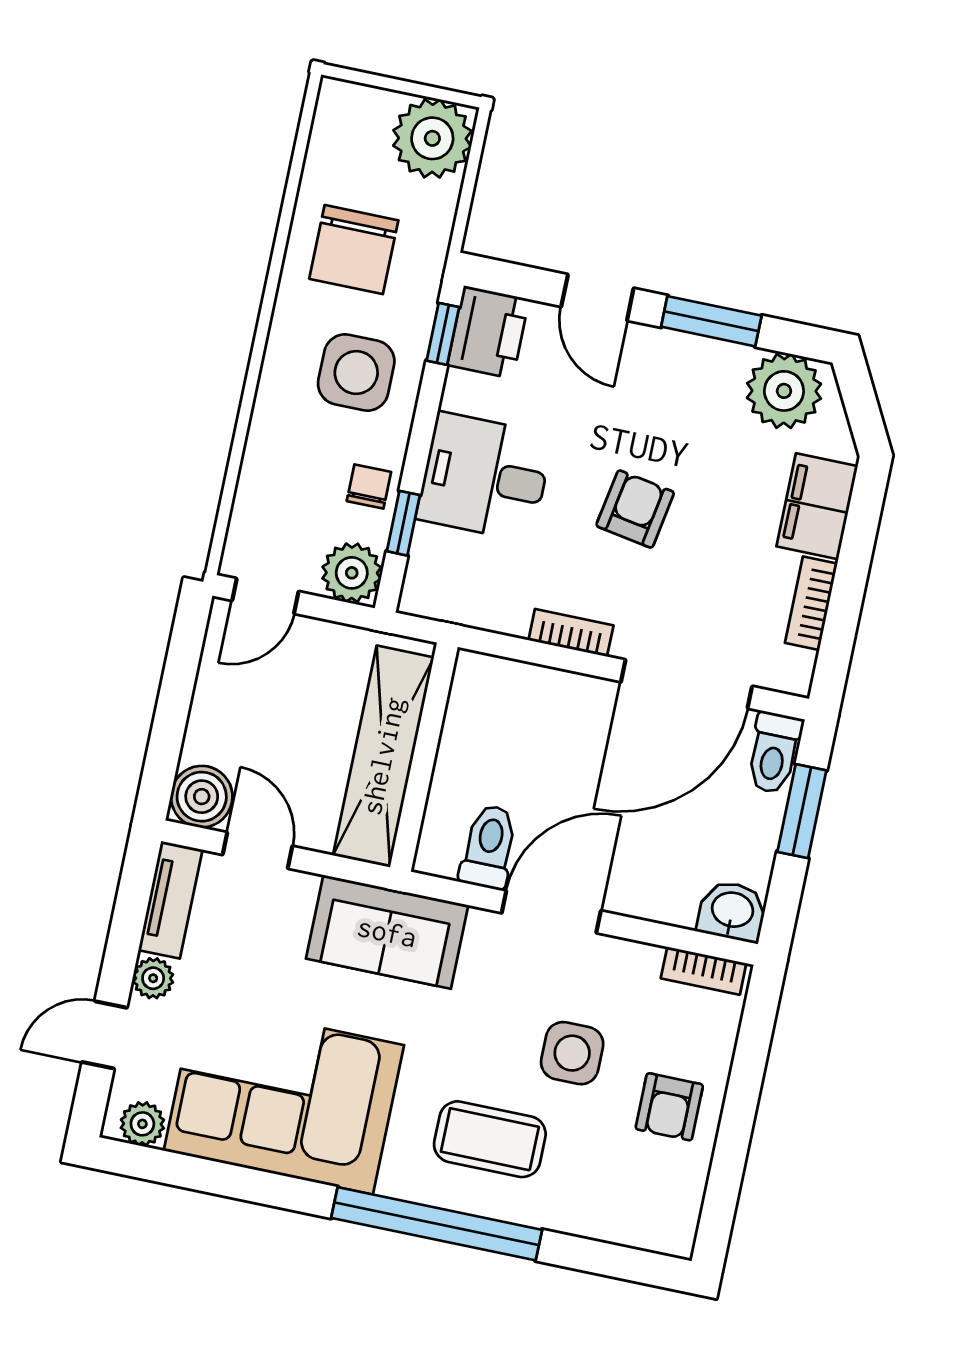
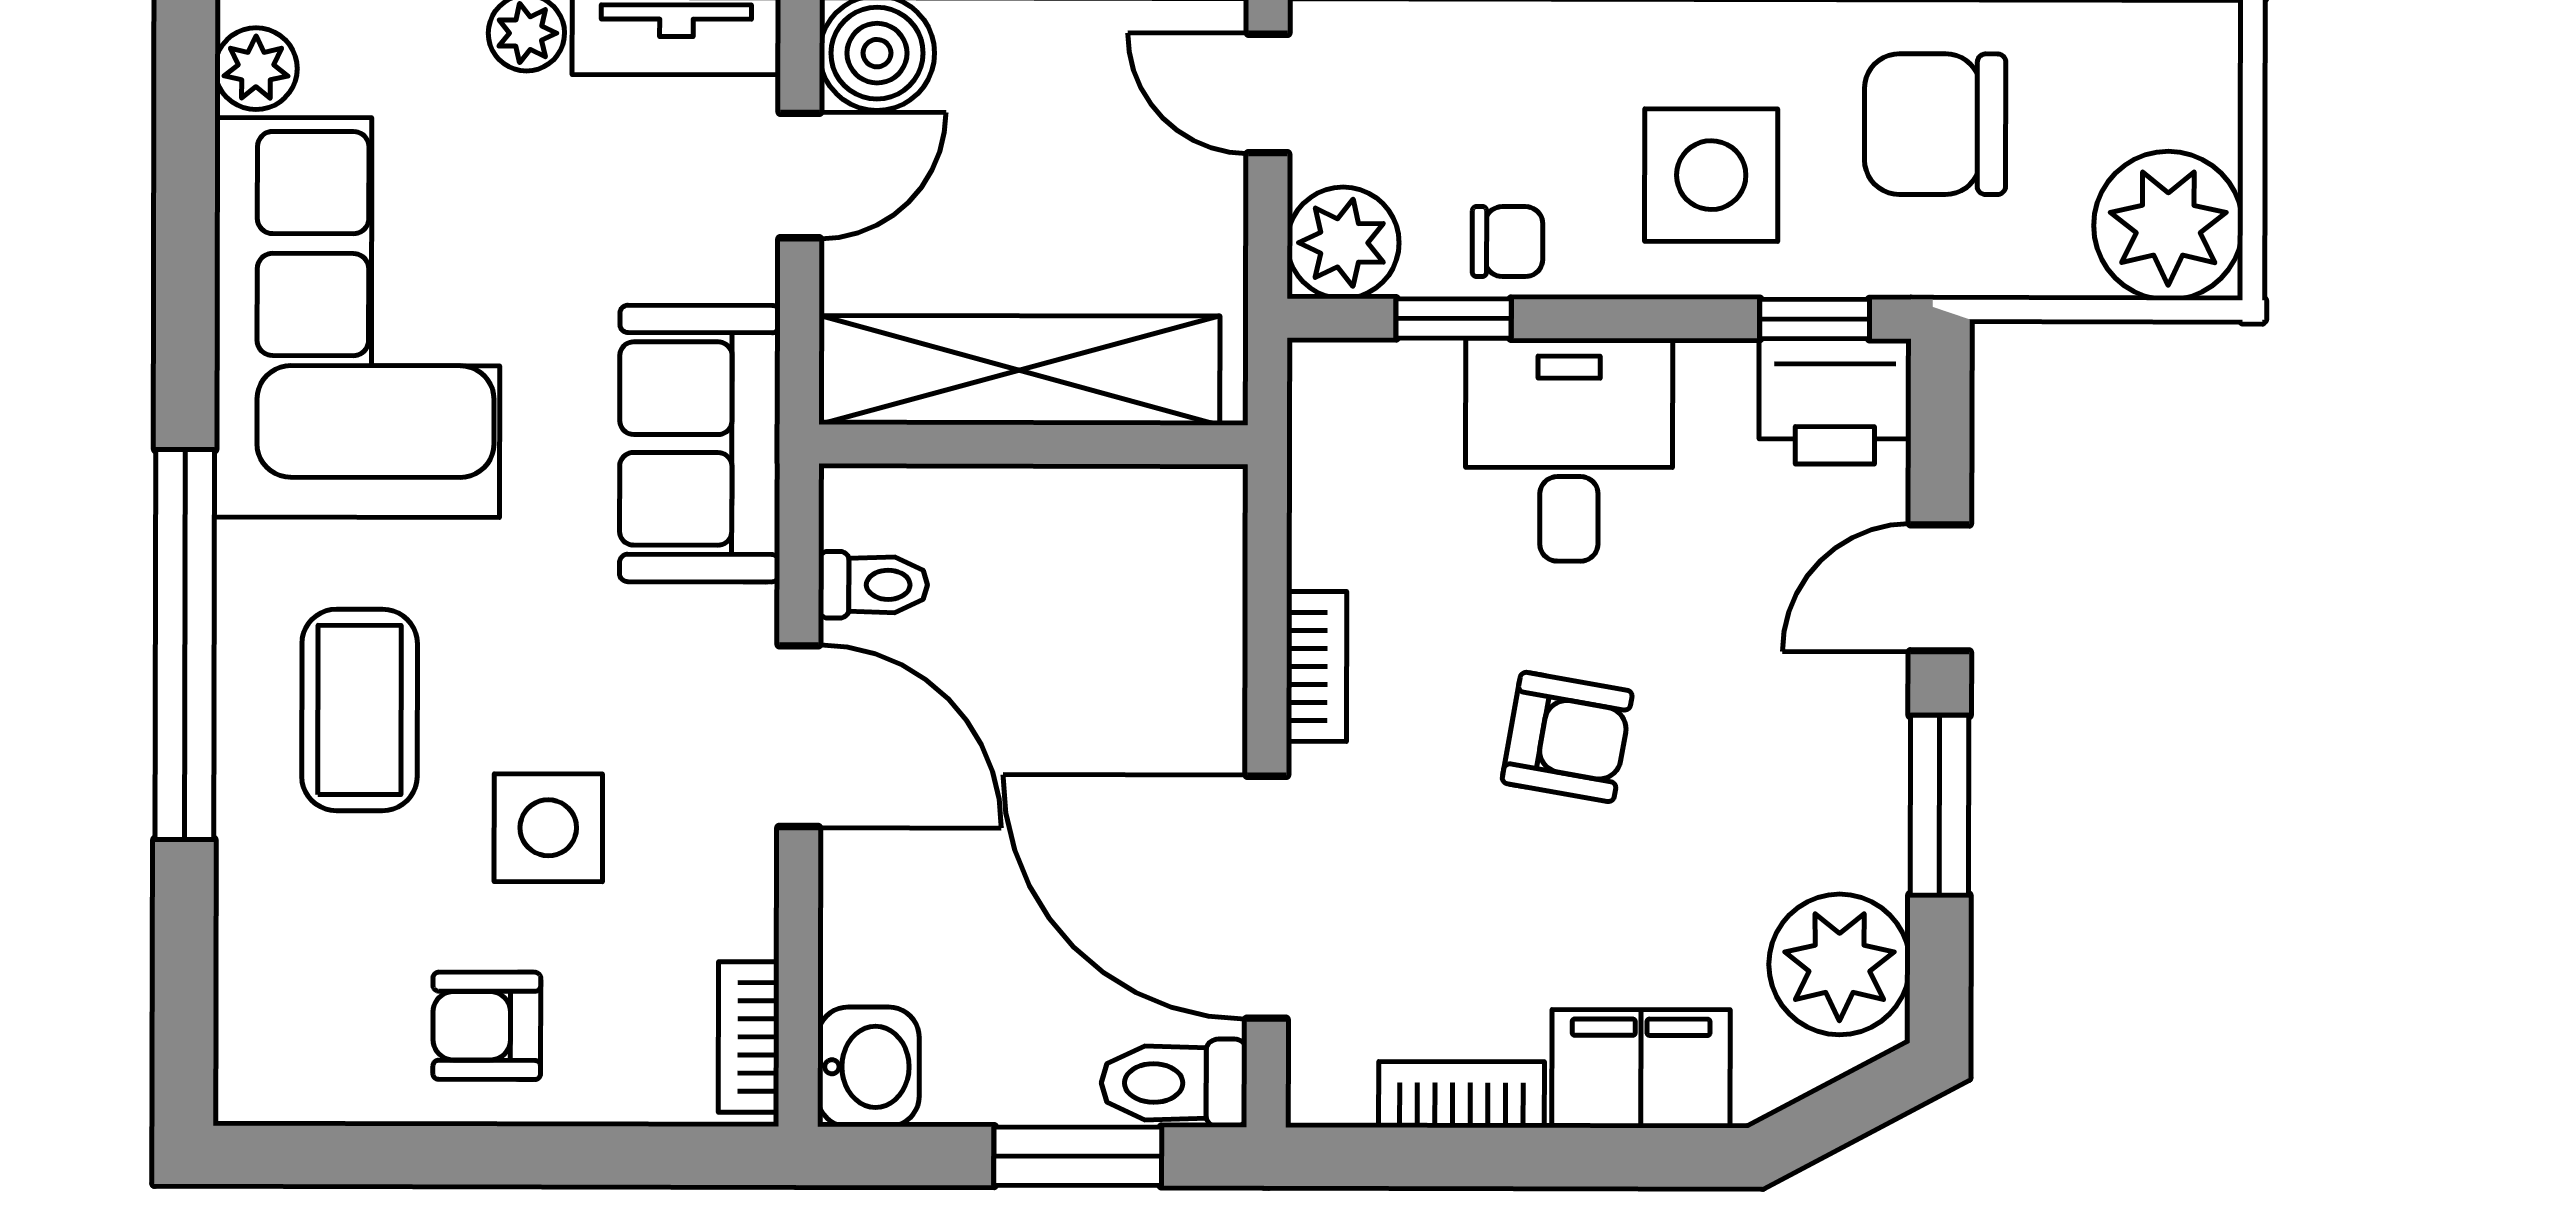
toilet: (489, 847) -> (873, 585), width x0.73, depth x0.72

